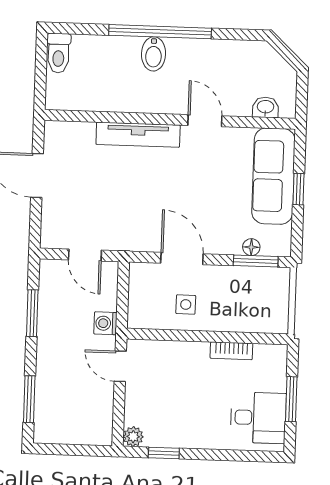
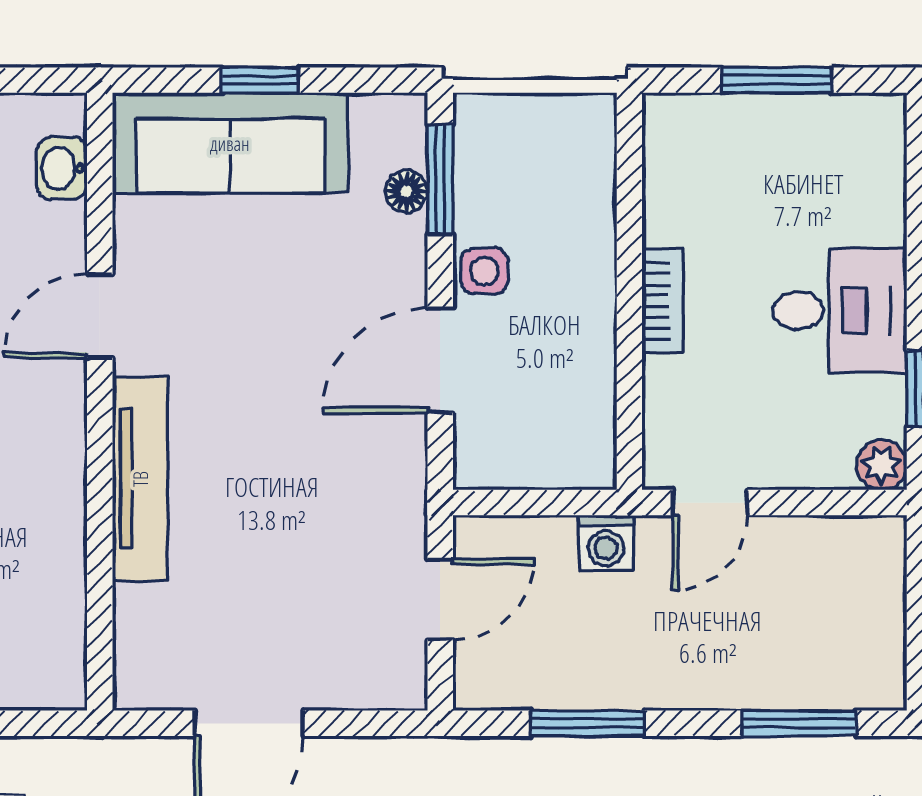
side table: (186, 304) -> (485, 271), moved
bookcase: (231, 351) -> (663, 301), moved
desk: (258, 418) -> (840, 311), moved, turned 90

